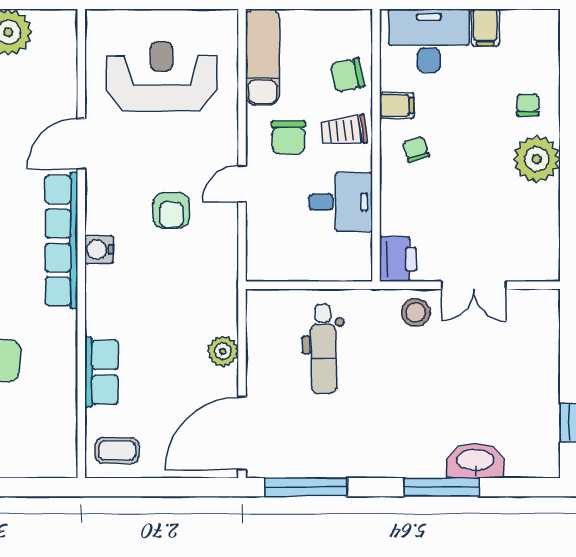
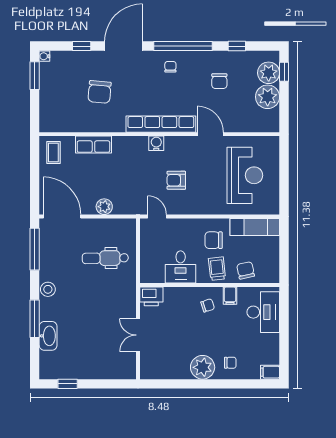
filing cabinet: (485, 27) -> (270, 372), moved
door: (242, 184) -> (157, 216), moved
stool: (416, 312) -> (48, 289), moved

